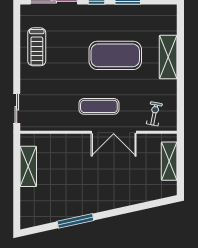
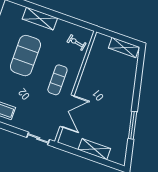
double door: (114, 132) -> (67, 111), moved
shelving: (169, 161) -> (124, 47), moved
shelving: (28, 166) -> (94, 149), moved

